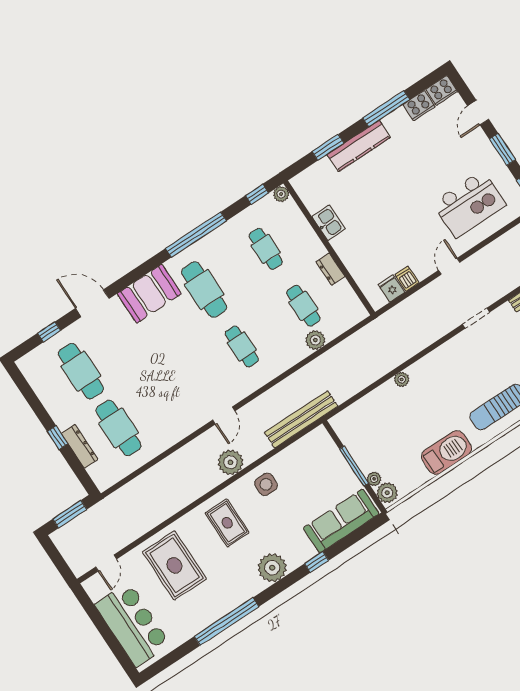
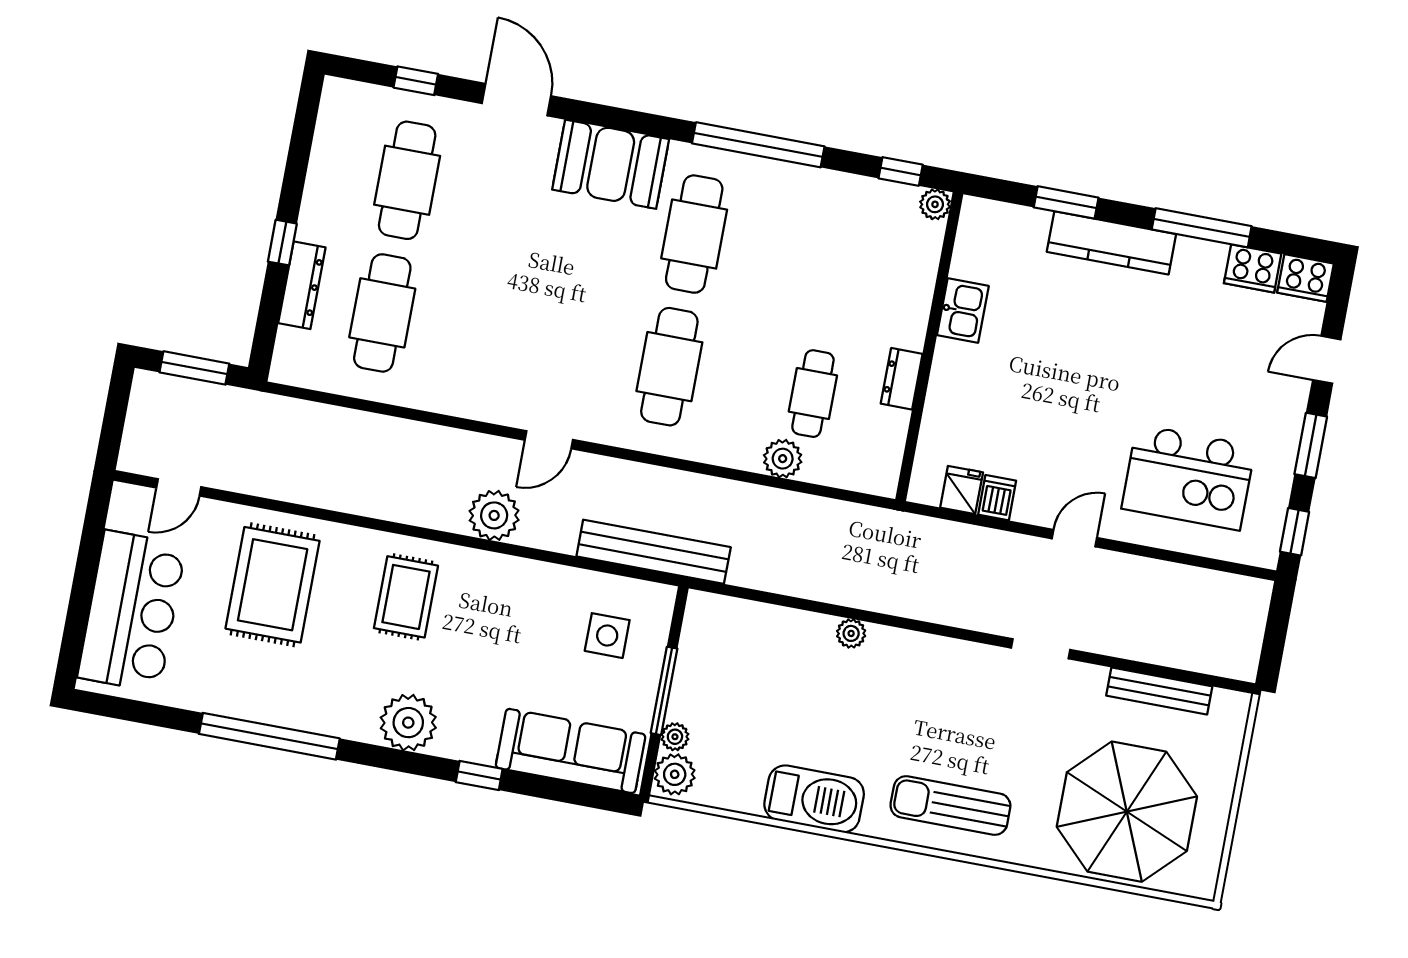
cafe table: (266, 249) -> (838, 261), removed
cafe table: (242, 346) -> (669, 367), width x1.37, depth x1.35
side table: (266, 484) -> (607, 636), moved

